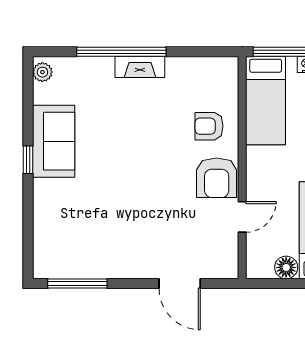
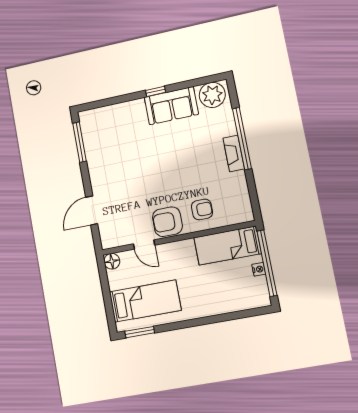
plant: (42, 72) -> (212, 95), width x1.88, depth x1.88
armchair: (209, 126) -> (202, 209), turned 90
floor lamp: (286, 267) -> (112, 261), moved

